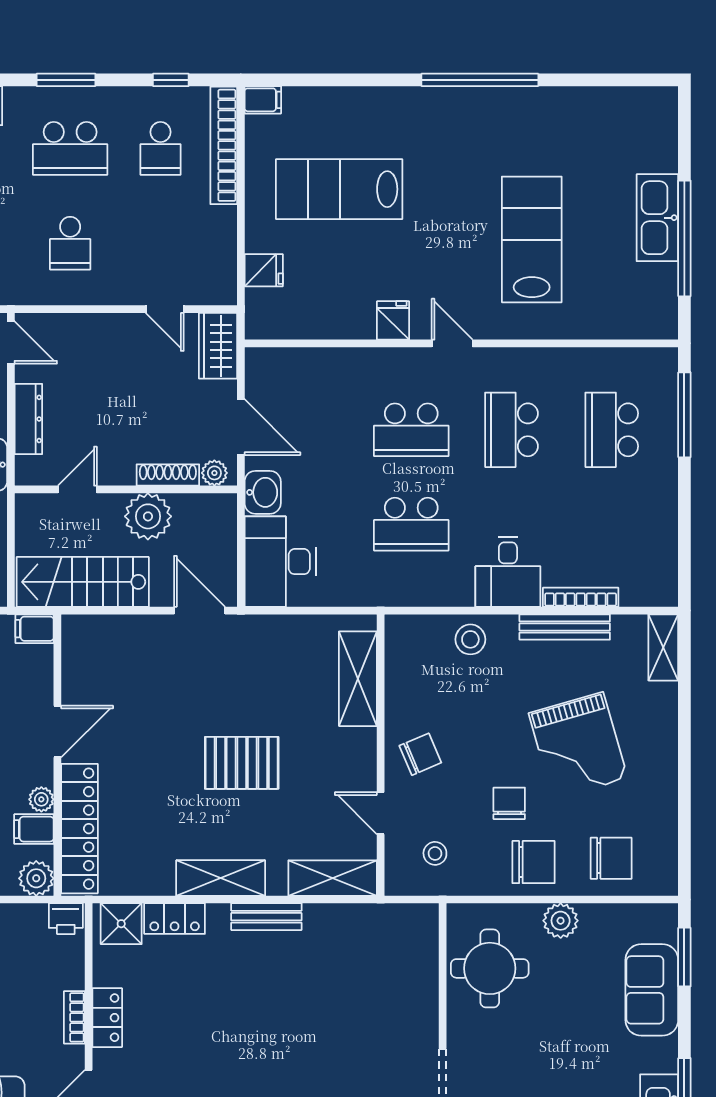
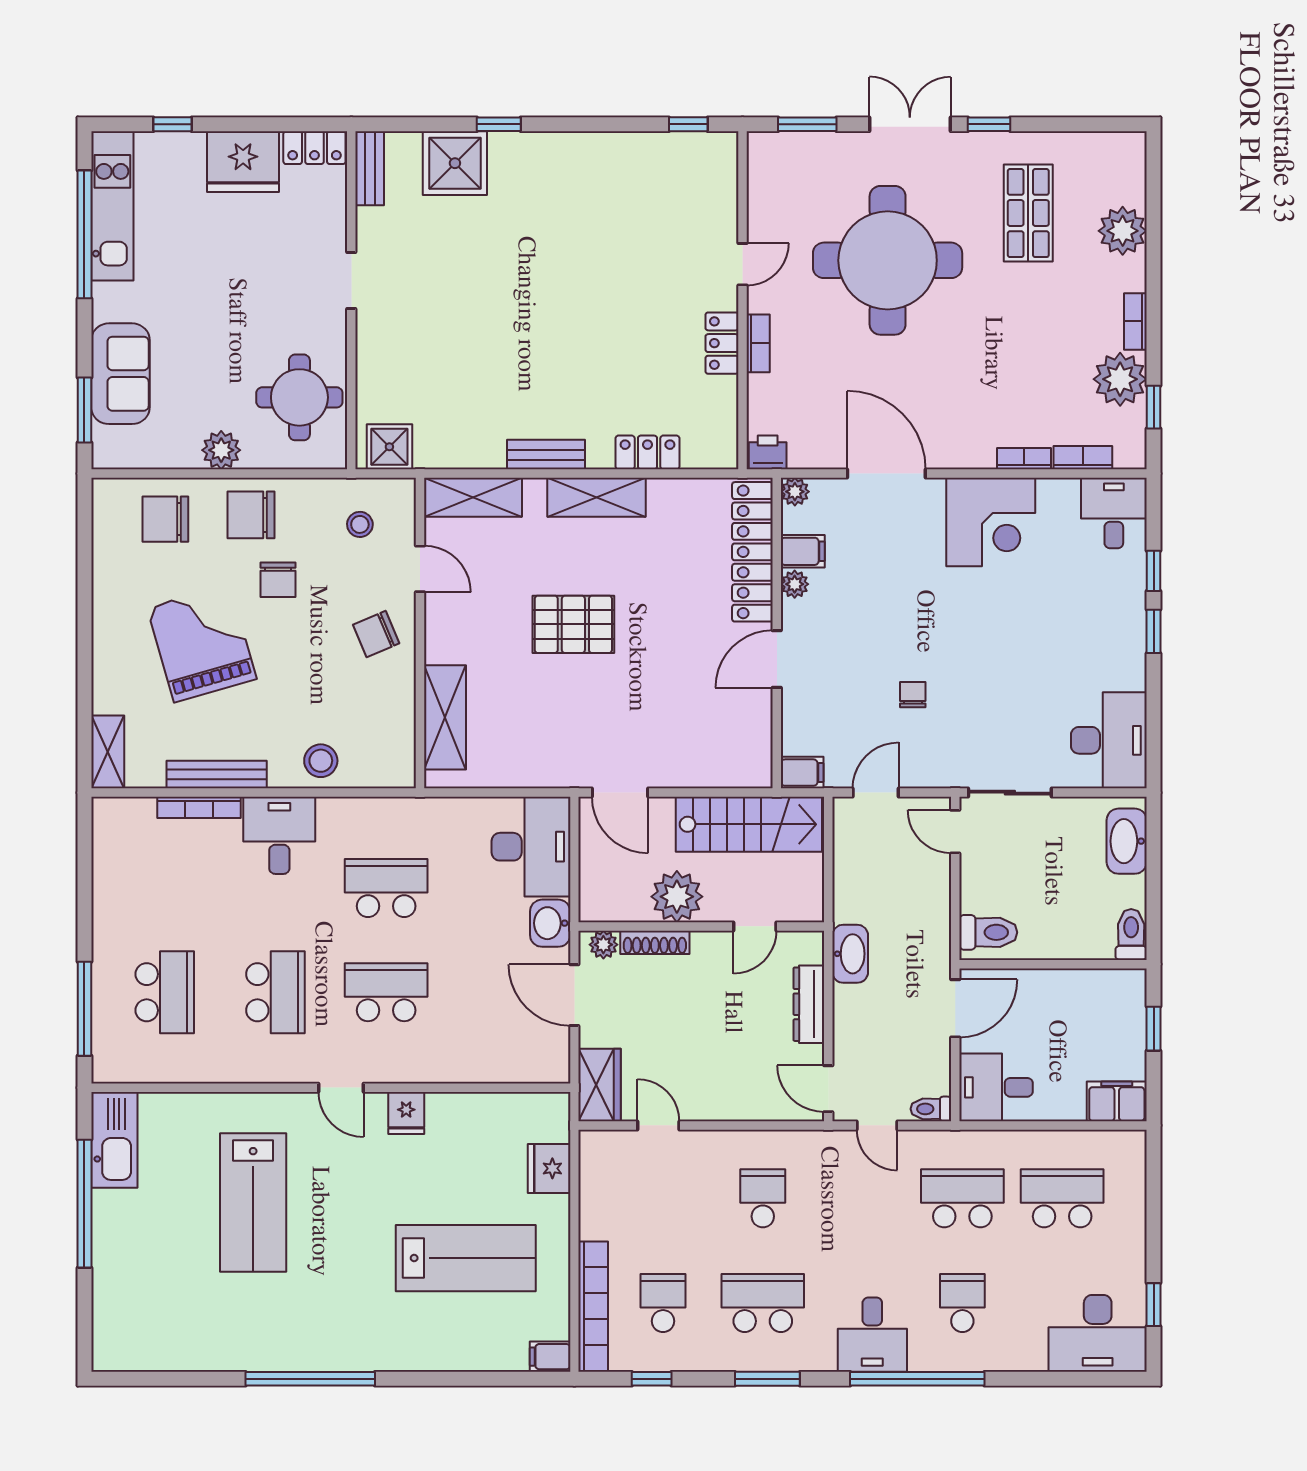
kitchen sink: (657, 218) -> (114, 1140), moved
fridge: (264, 270) -> (549, 1168), width x1.38
plant: (36, 878) -> (795, 492), width x0.73, depth x0.73
shower: (121, 924) -> (389, 447), moved

